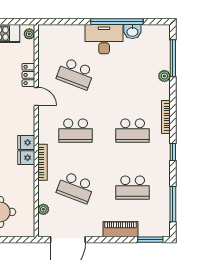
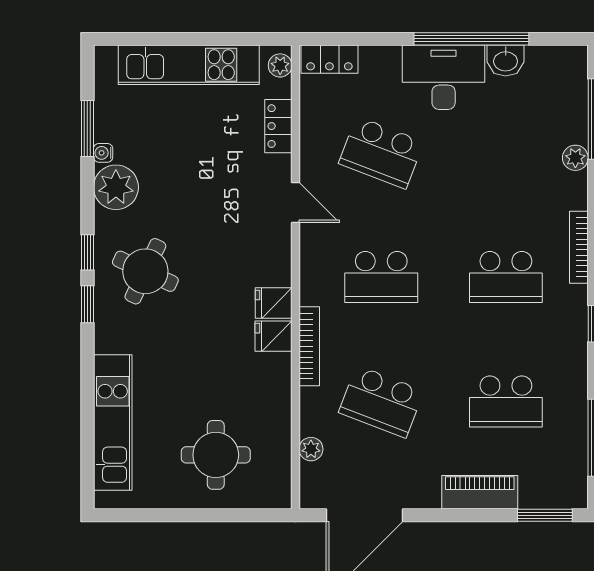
locker: (52, 31) -> (329, 59), added
locker: (28, 75) -> (278, 126), moved

